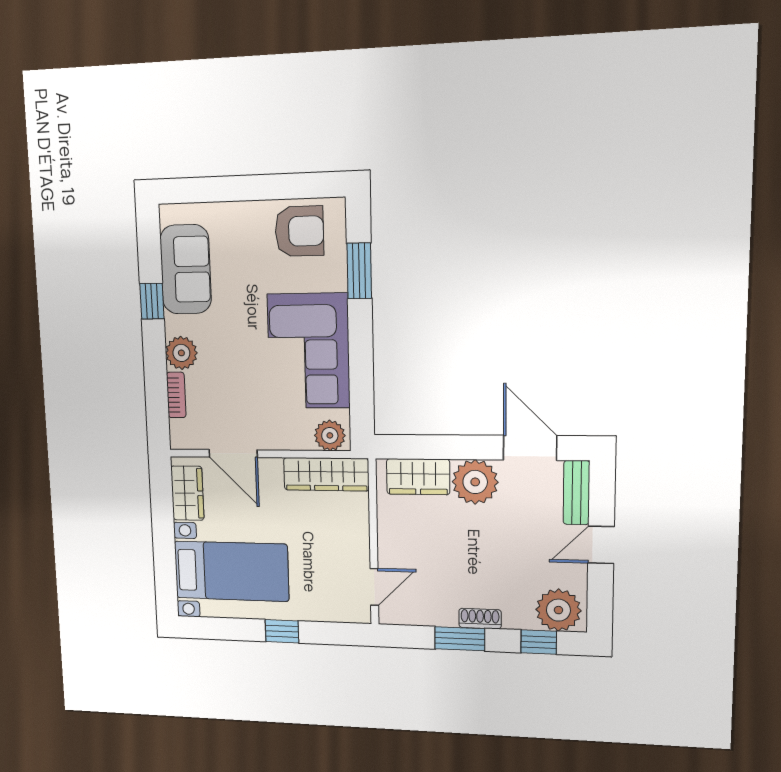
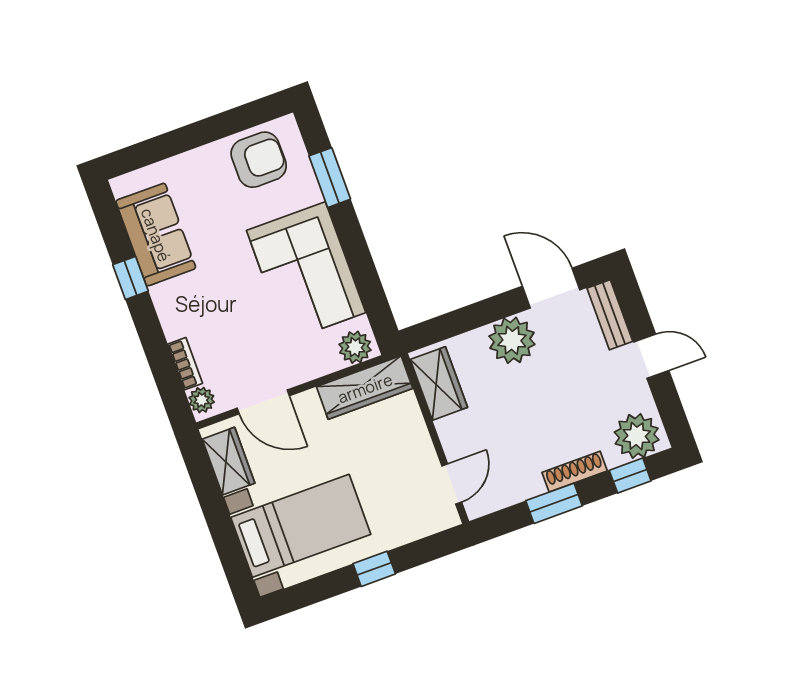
plant: (181, 353) -> (202, 400), moved, width x0.73, depth x0.73
wardrobe: (418, 477) -> (439, 383), moved, turned -90
door: (601, 545) -> (651, 356), swing flipped
shoe rack: (480, 619) -> (575, 472), width x1.43

